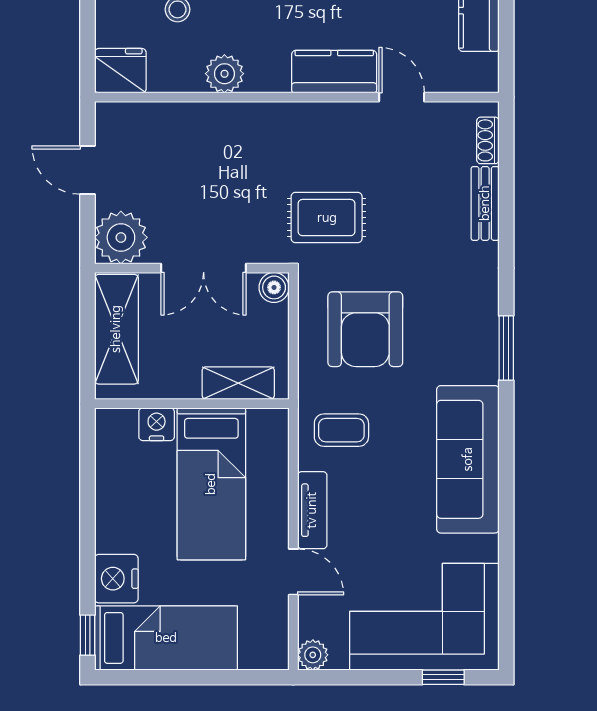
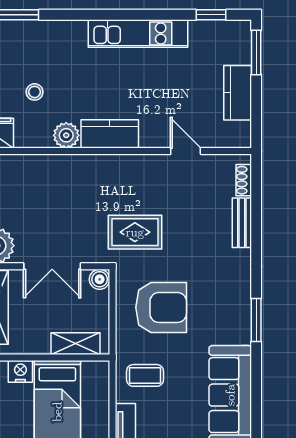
kitchen counter: (334, 72) -> (110, 134), moved
armchair: (365, 329) -> (161, 307), turned -90

